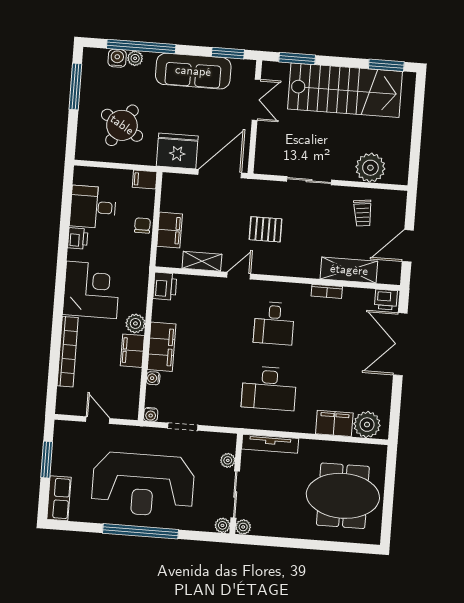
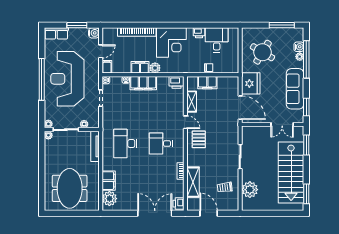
filing cabinet: (145, 180) -> (107, 67), moved
pallet: (266, 229) -> (199, 139), moved
water cooler: (63, 430) -> (94, 33), added

